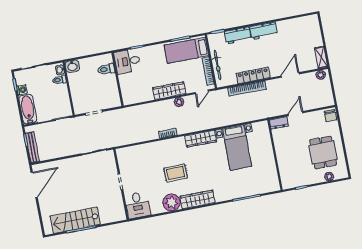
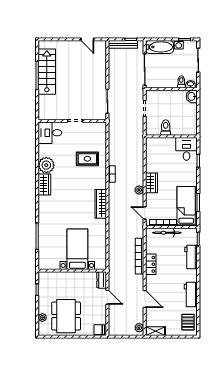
pallet: (305, 26) -> (188, 322), added
workbench: (264, 31) -> (191, 294), moved
toilet: (106, 69) -> (166, 128), moved
locker: (253, 75) -> (151, 264), width x0.66
wardrobe: (169, 91) -> (151, 183), width x0.67
bed with nightstands: (237, 148) -> (77, 249), moved, turned 90
dining table: (323, 152) -> (66, 316), width x1.38
rug: (176, 173) -> (87, 159), moved, turned 90
door: (34, 185) -> (87, 39), width x0.53
wardrobe: (198, 199) -> (44, 185), width x0.67

